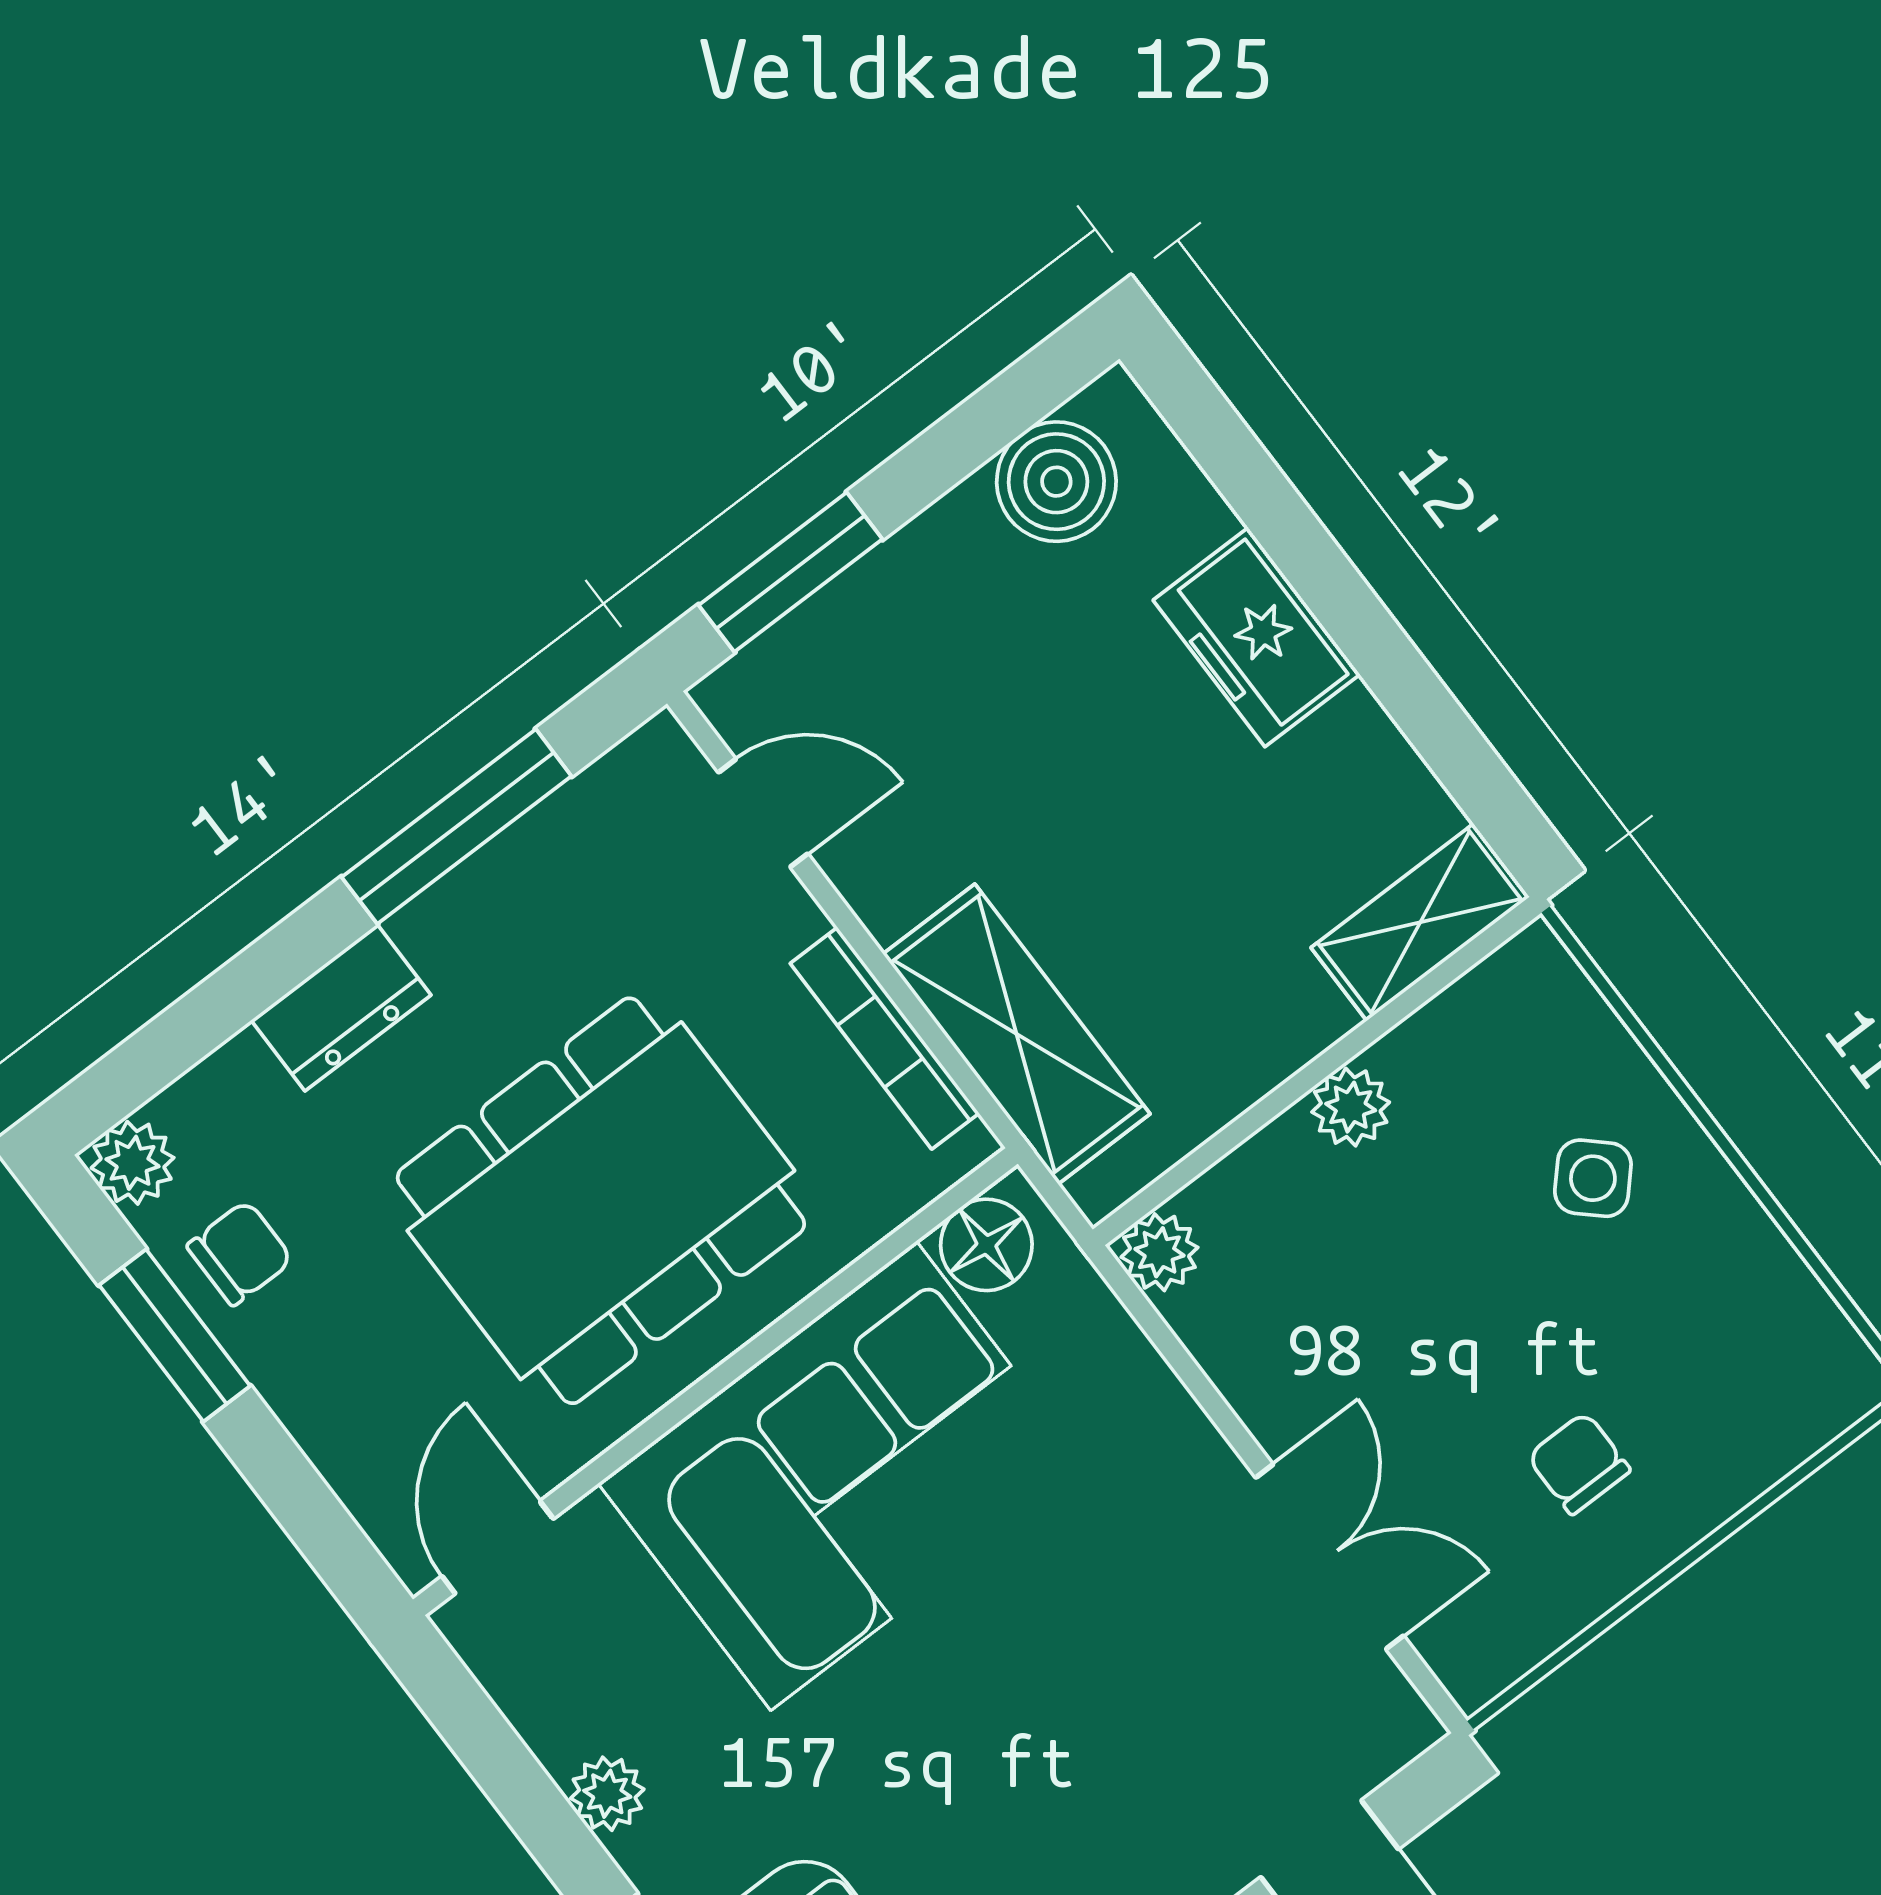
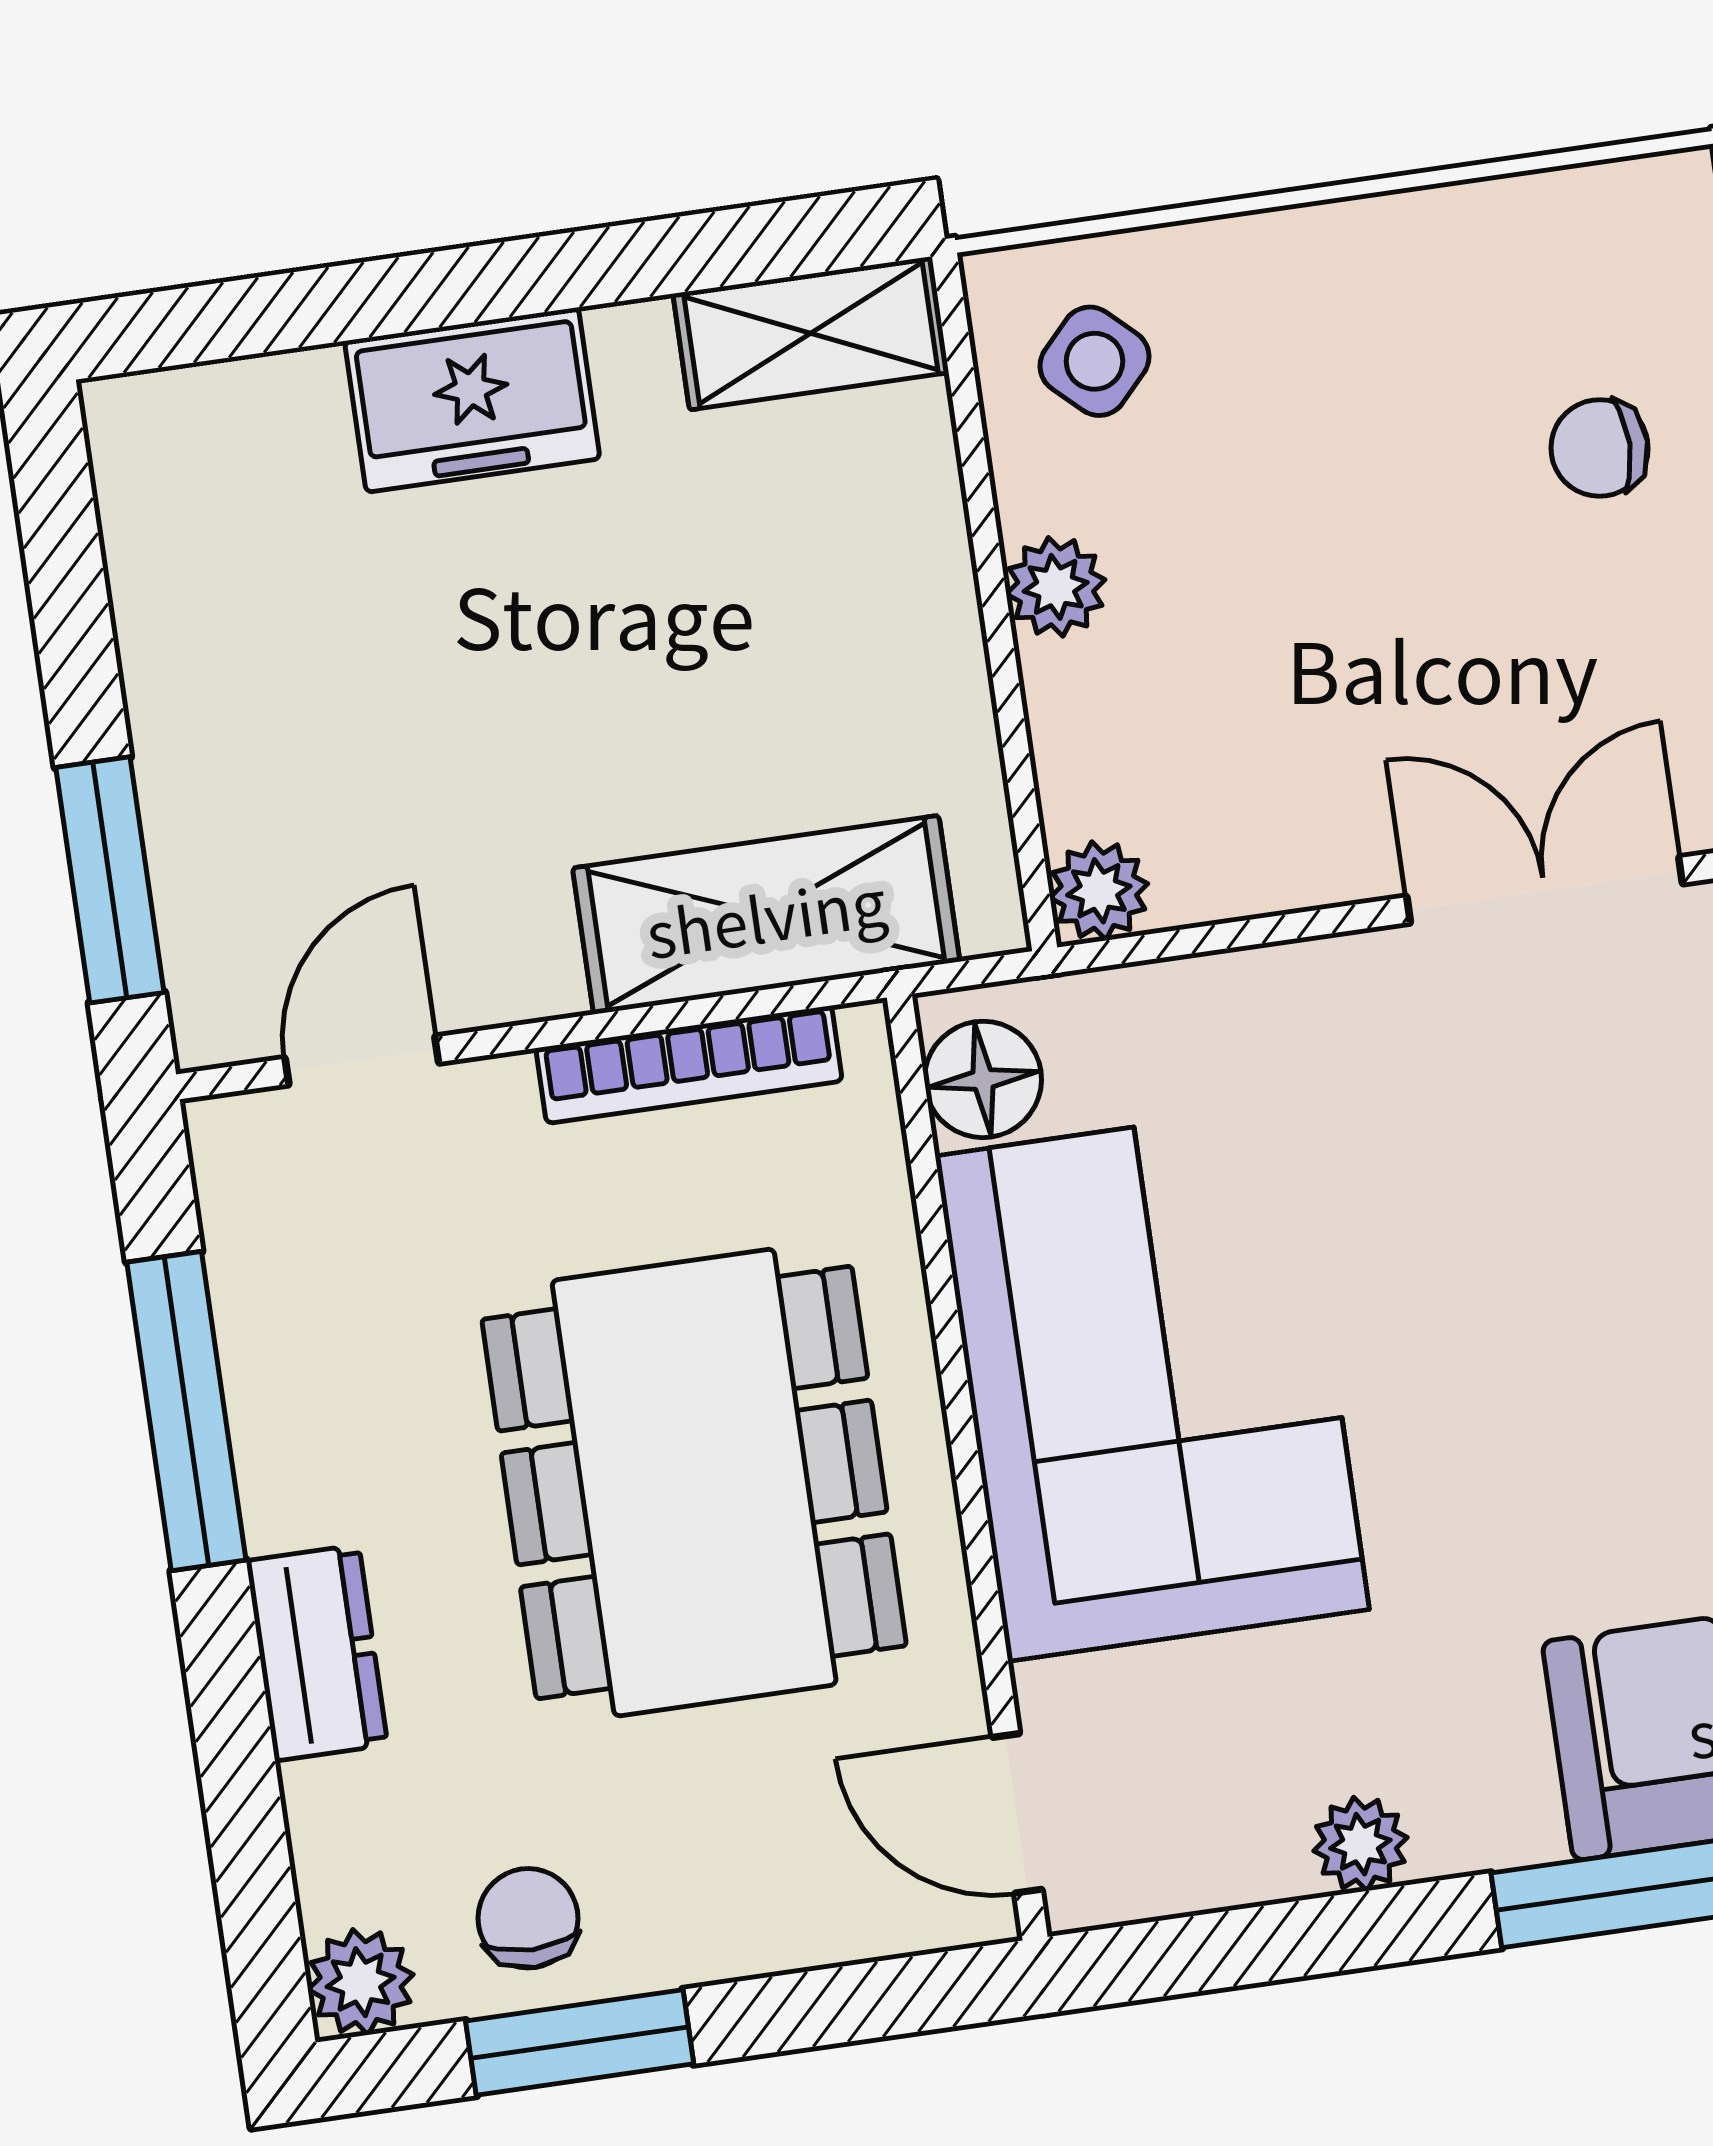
boiler: (1056, 482) -> (174, 527), removed
shelving: (1420, 922) -> (811, 333), moved, turned 90
side table: (1593, 1178) -> (1094, 361), moved
chair: (1579, 1463) -> (1600, 448), moved

